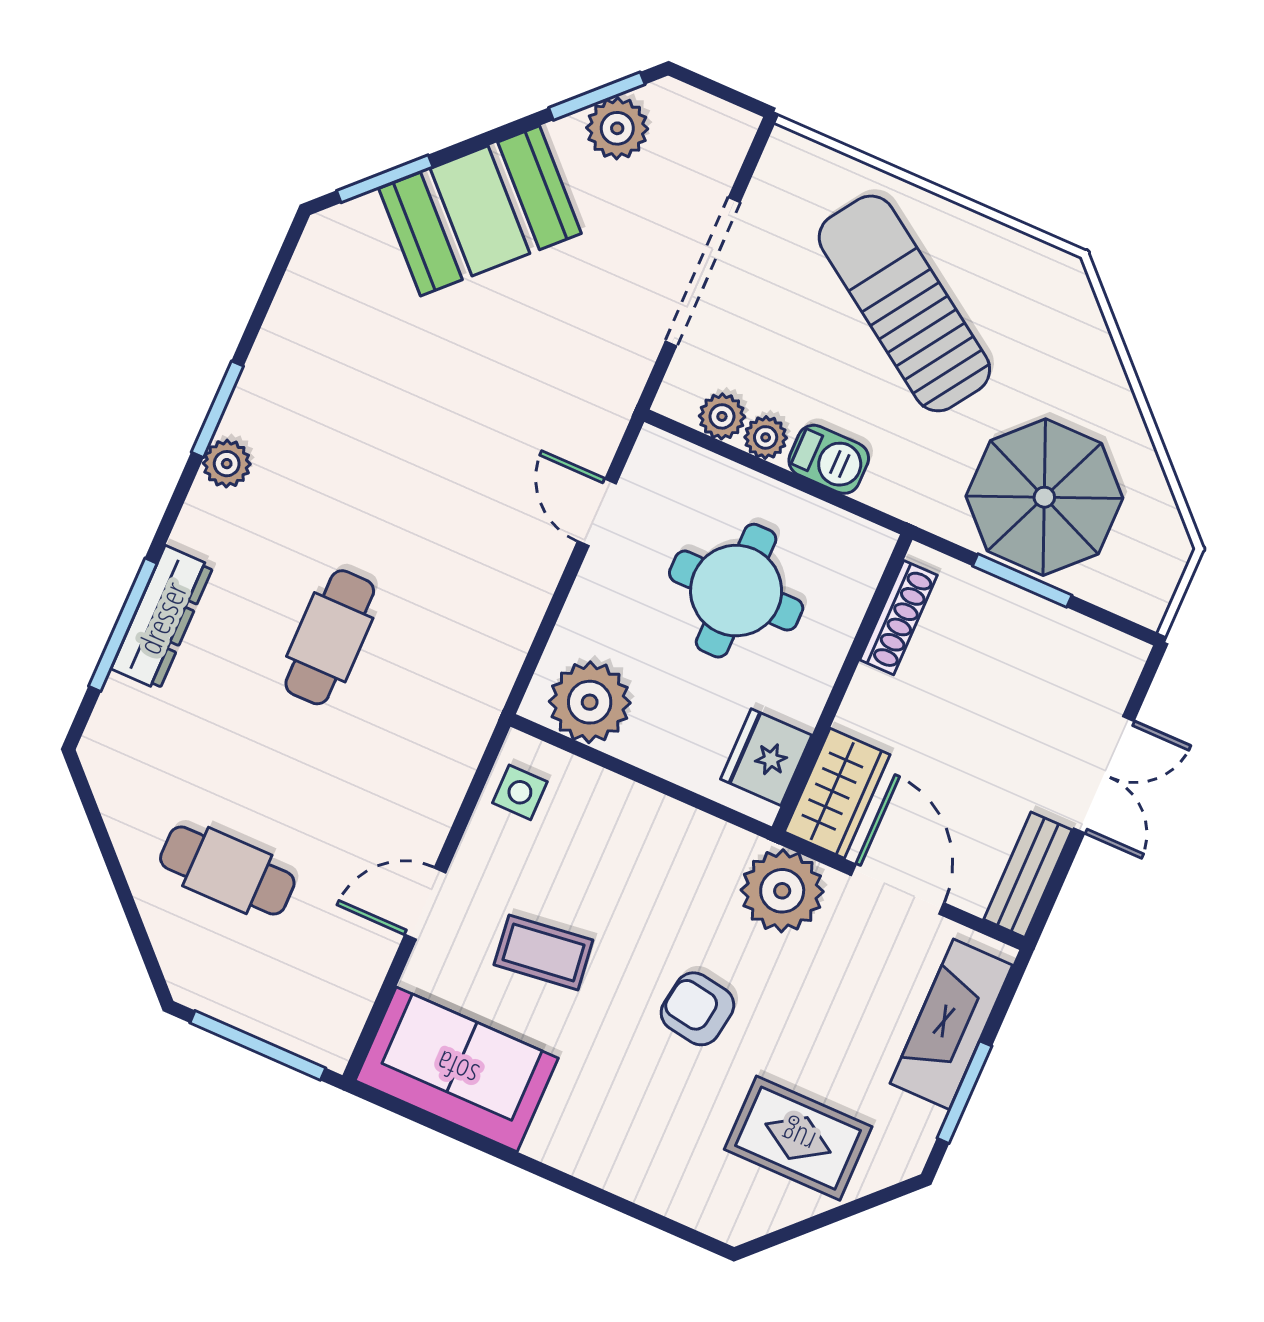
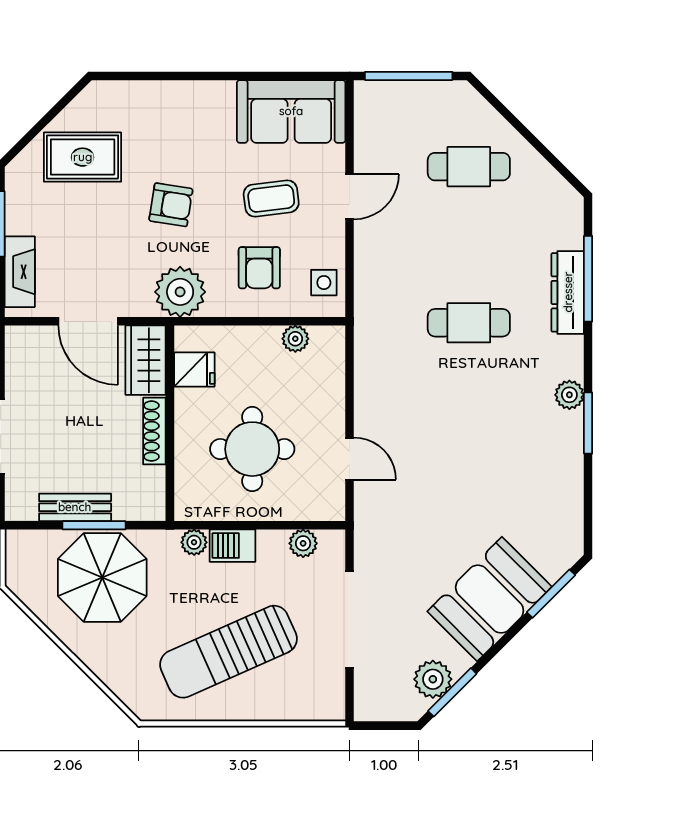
sun lounger: (904, 303) -> (228, 652), turned 122
plant: (766, 437) -> (194, 542), moved
shoe rack: (899, 618) -> (154, 431), moved
cafe table: (330, 637) -> (469, 323), turned 90
plant: (590, 702) -> (295, 339), width x0.53, depth x0.53
fridge: (766, 757) -> (194, 370), width x0.72
armchair: (607, 857) -> (259, 268), added
bench: (1028, 875) -> (75, 507), moved, turned 90
plant: (782, 891) -> (180, 292), moved
fireplace: (951, 1024) -> (20, 272), width x0.73, depth x0.76

